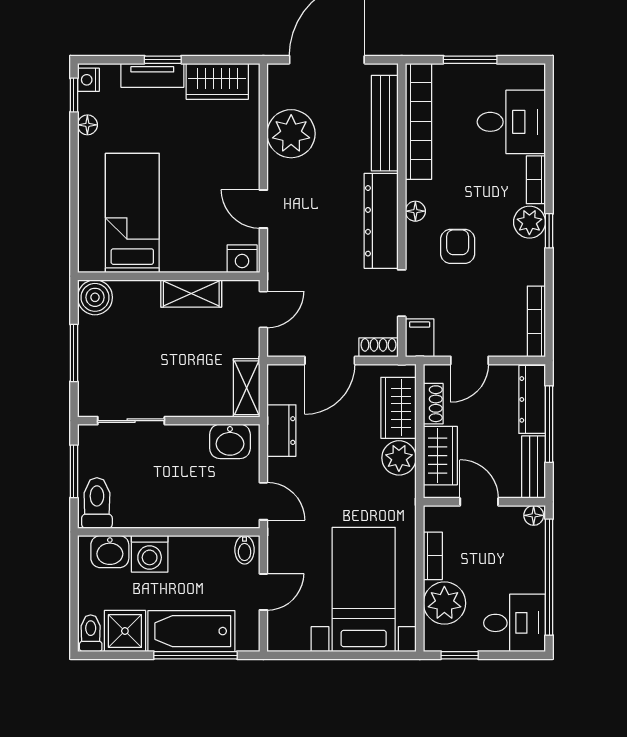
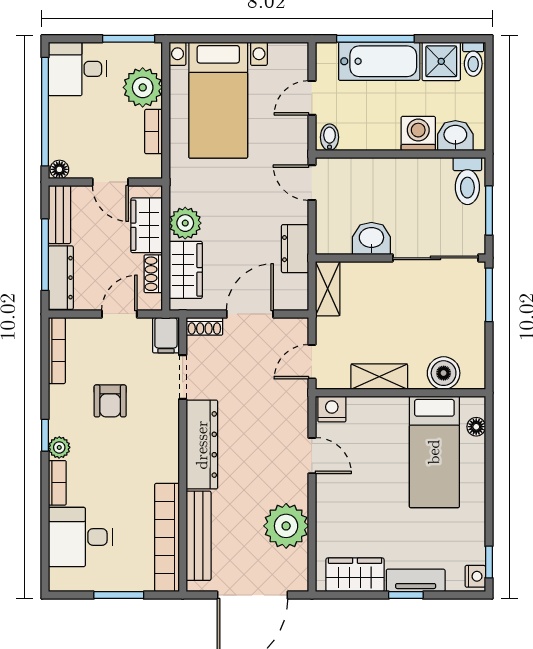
floor lamp: (87, 125) -> (476, 427), moved
floor lamp: (415, 211) -> (170, 454), removed
plant: (529, 222) -> (59, 447), width x0.73, depth x0.73
armchair: (458, 246) -> (110, 401), moved
boiler: (95, 297) -> (444, 373), moved
window: (74, 353) -> (489, 295), moved
sliding door: (131, 421) -> (435, 258), width x1.37
washbasin: (230, 441) -> (371, 238), moved
window: (460, 655) -> (129, 39), width x1.50

